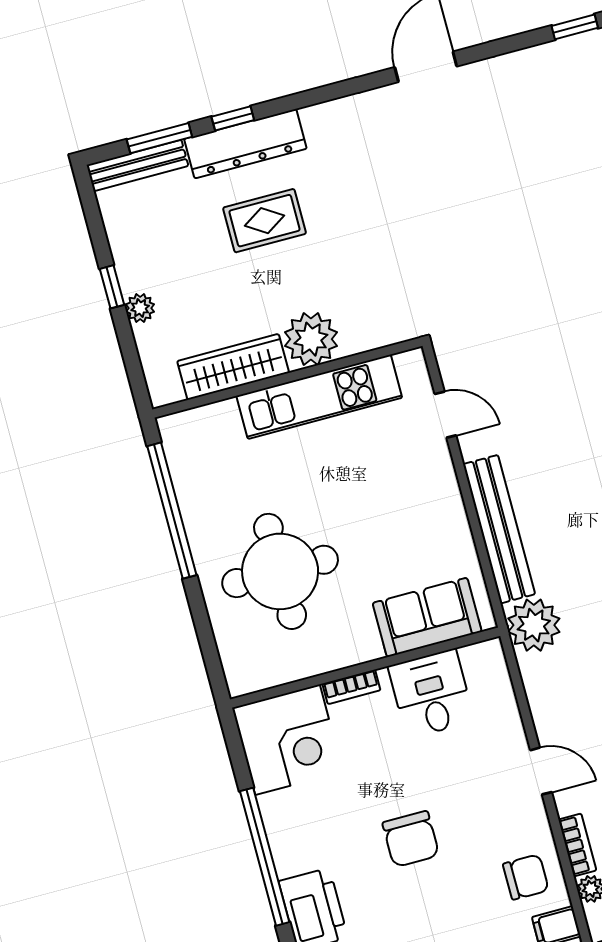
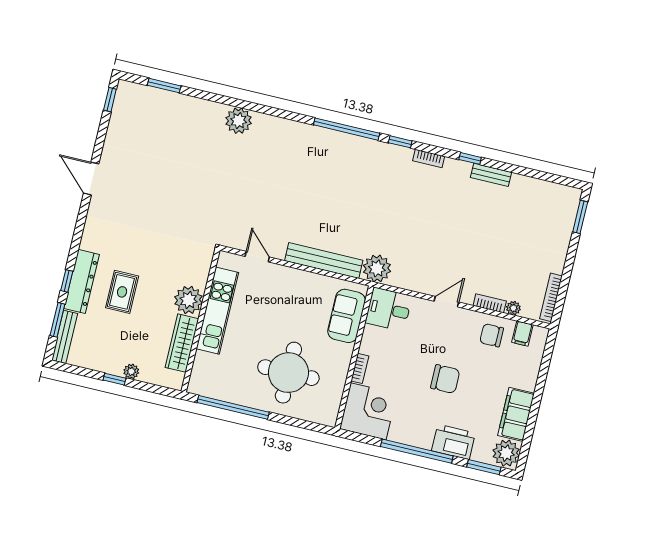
door: (445, 415) -> (257, 257), hinge flipped
desk: (431, 694) -> (389, 309), moved
chair: (526, 877) -> (492, 335), turned -90

